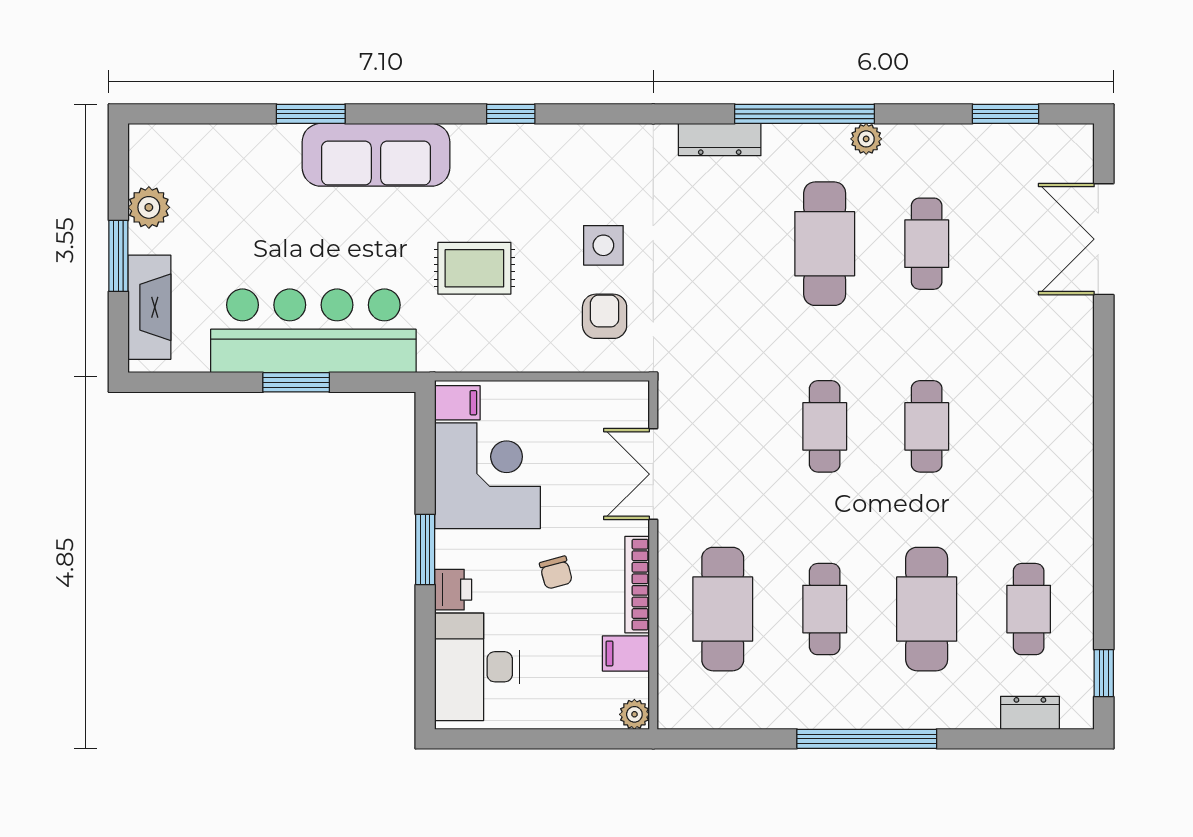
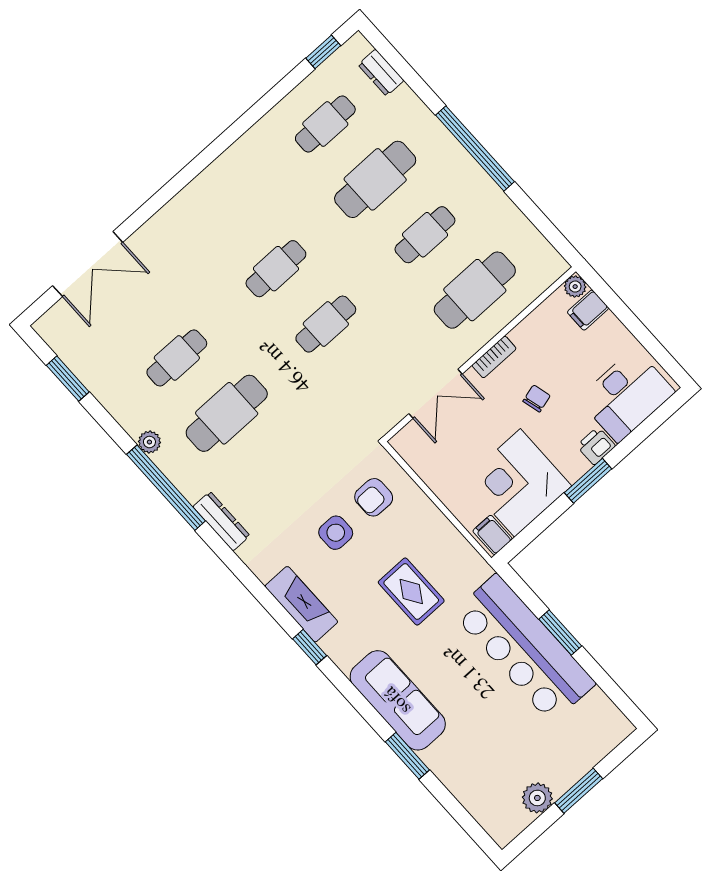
fireplace: (149, 307) -> (301, 604), moved, turned 90
bookcase: (637, 585) -> (494, 357), width x0.64
filing cabinet: (626, 653) -> (588, 310), moved, turned 90

